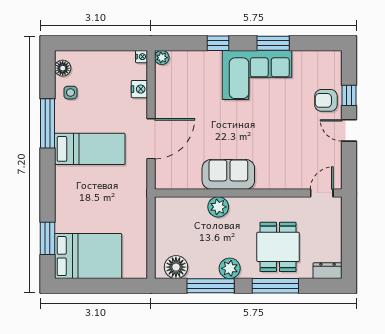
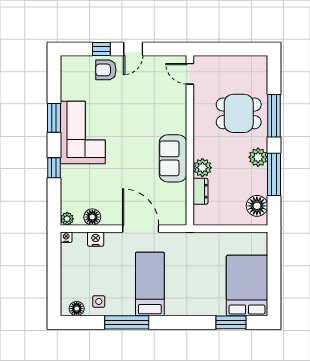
floor lamp: (164, 85) -> (92, 217), added
armchair: (326, 100) -> (106, 70), turned 90
dresser: (328, 271) -> (200, 191), moved, turned 180

